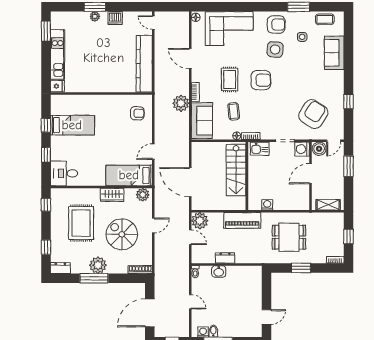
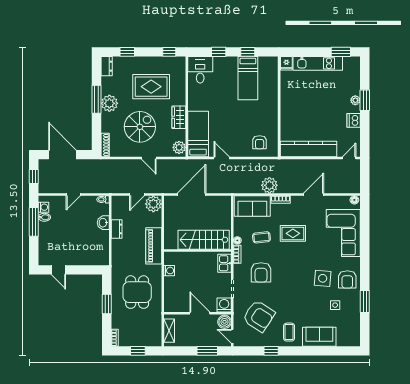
coffee table: (325, 19) -> (289, 332), moved
armchair: (261, 80) -> (261, 272), moved

